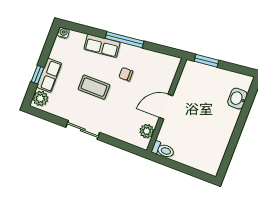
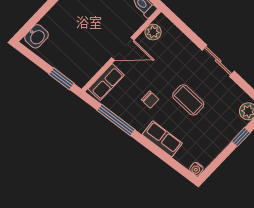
window: (125, 40) -> (116, 120), moved
row of seats: (49, 75) -> (106, 82), moved, turned 180
washbasin: (237, 99) -> (37, 36), moved

